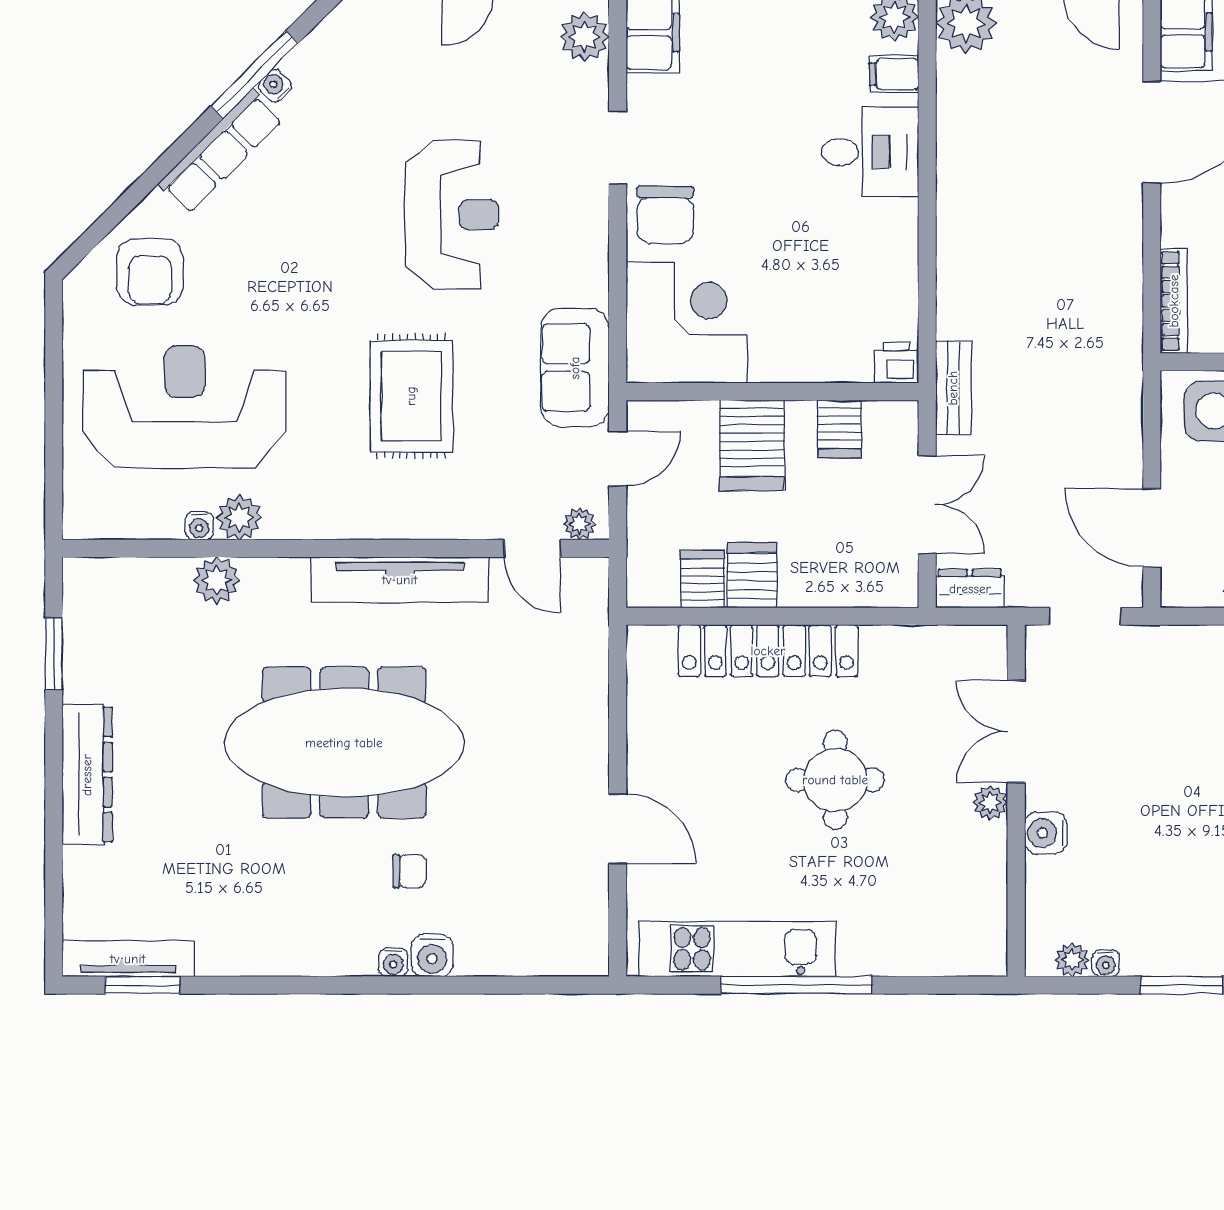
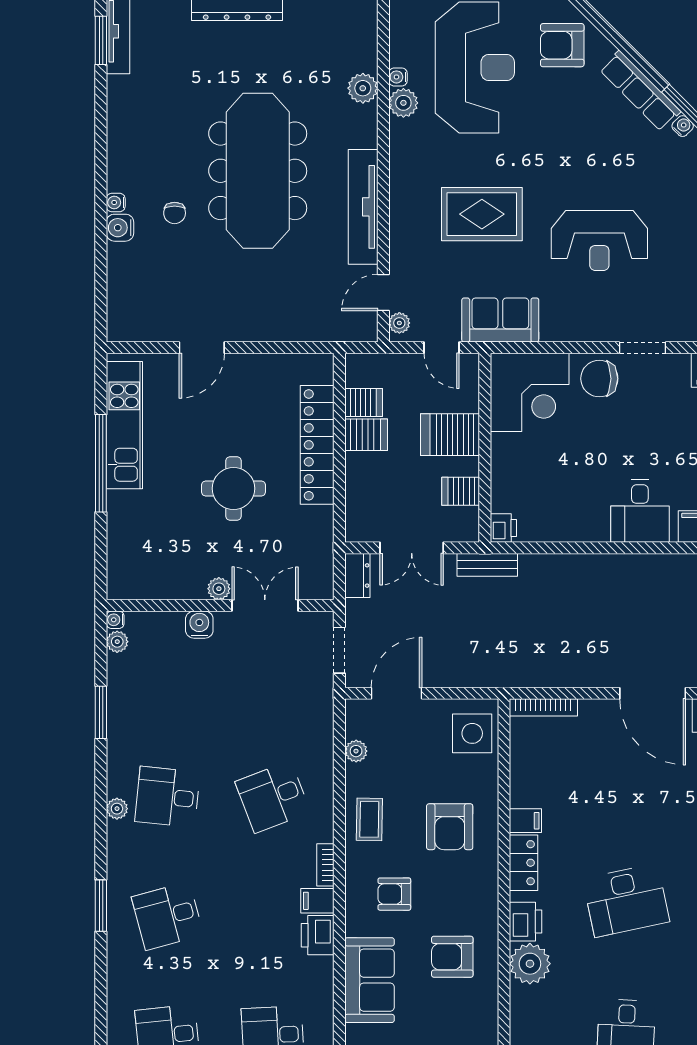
water cooler: (1106, 963) -> (115, 620), moved

